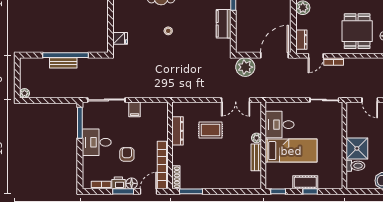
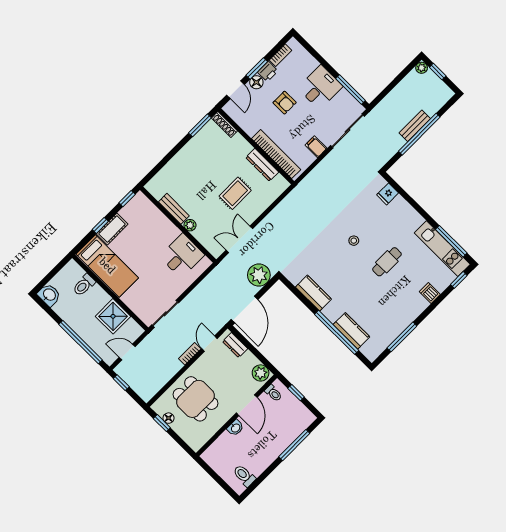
window: (17, 81) -> (438, 72), added
shower: (357, 148) -> (113, 316), moved
bed: (291, 151) -> (107, 266), moved, turned -90
bookcase: (163, 165) -> (276, 154), moved

